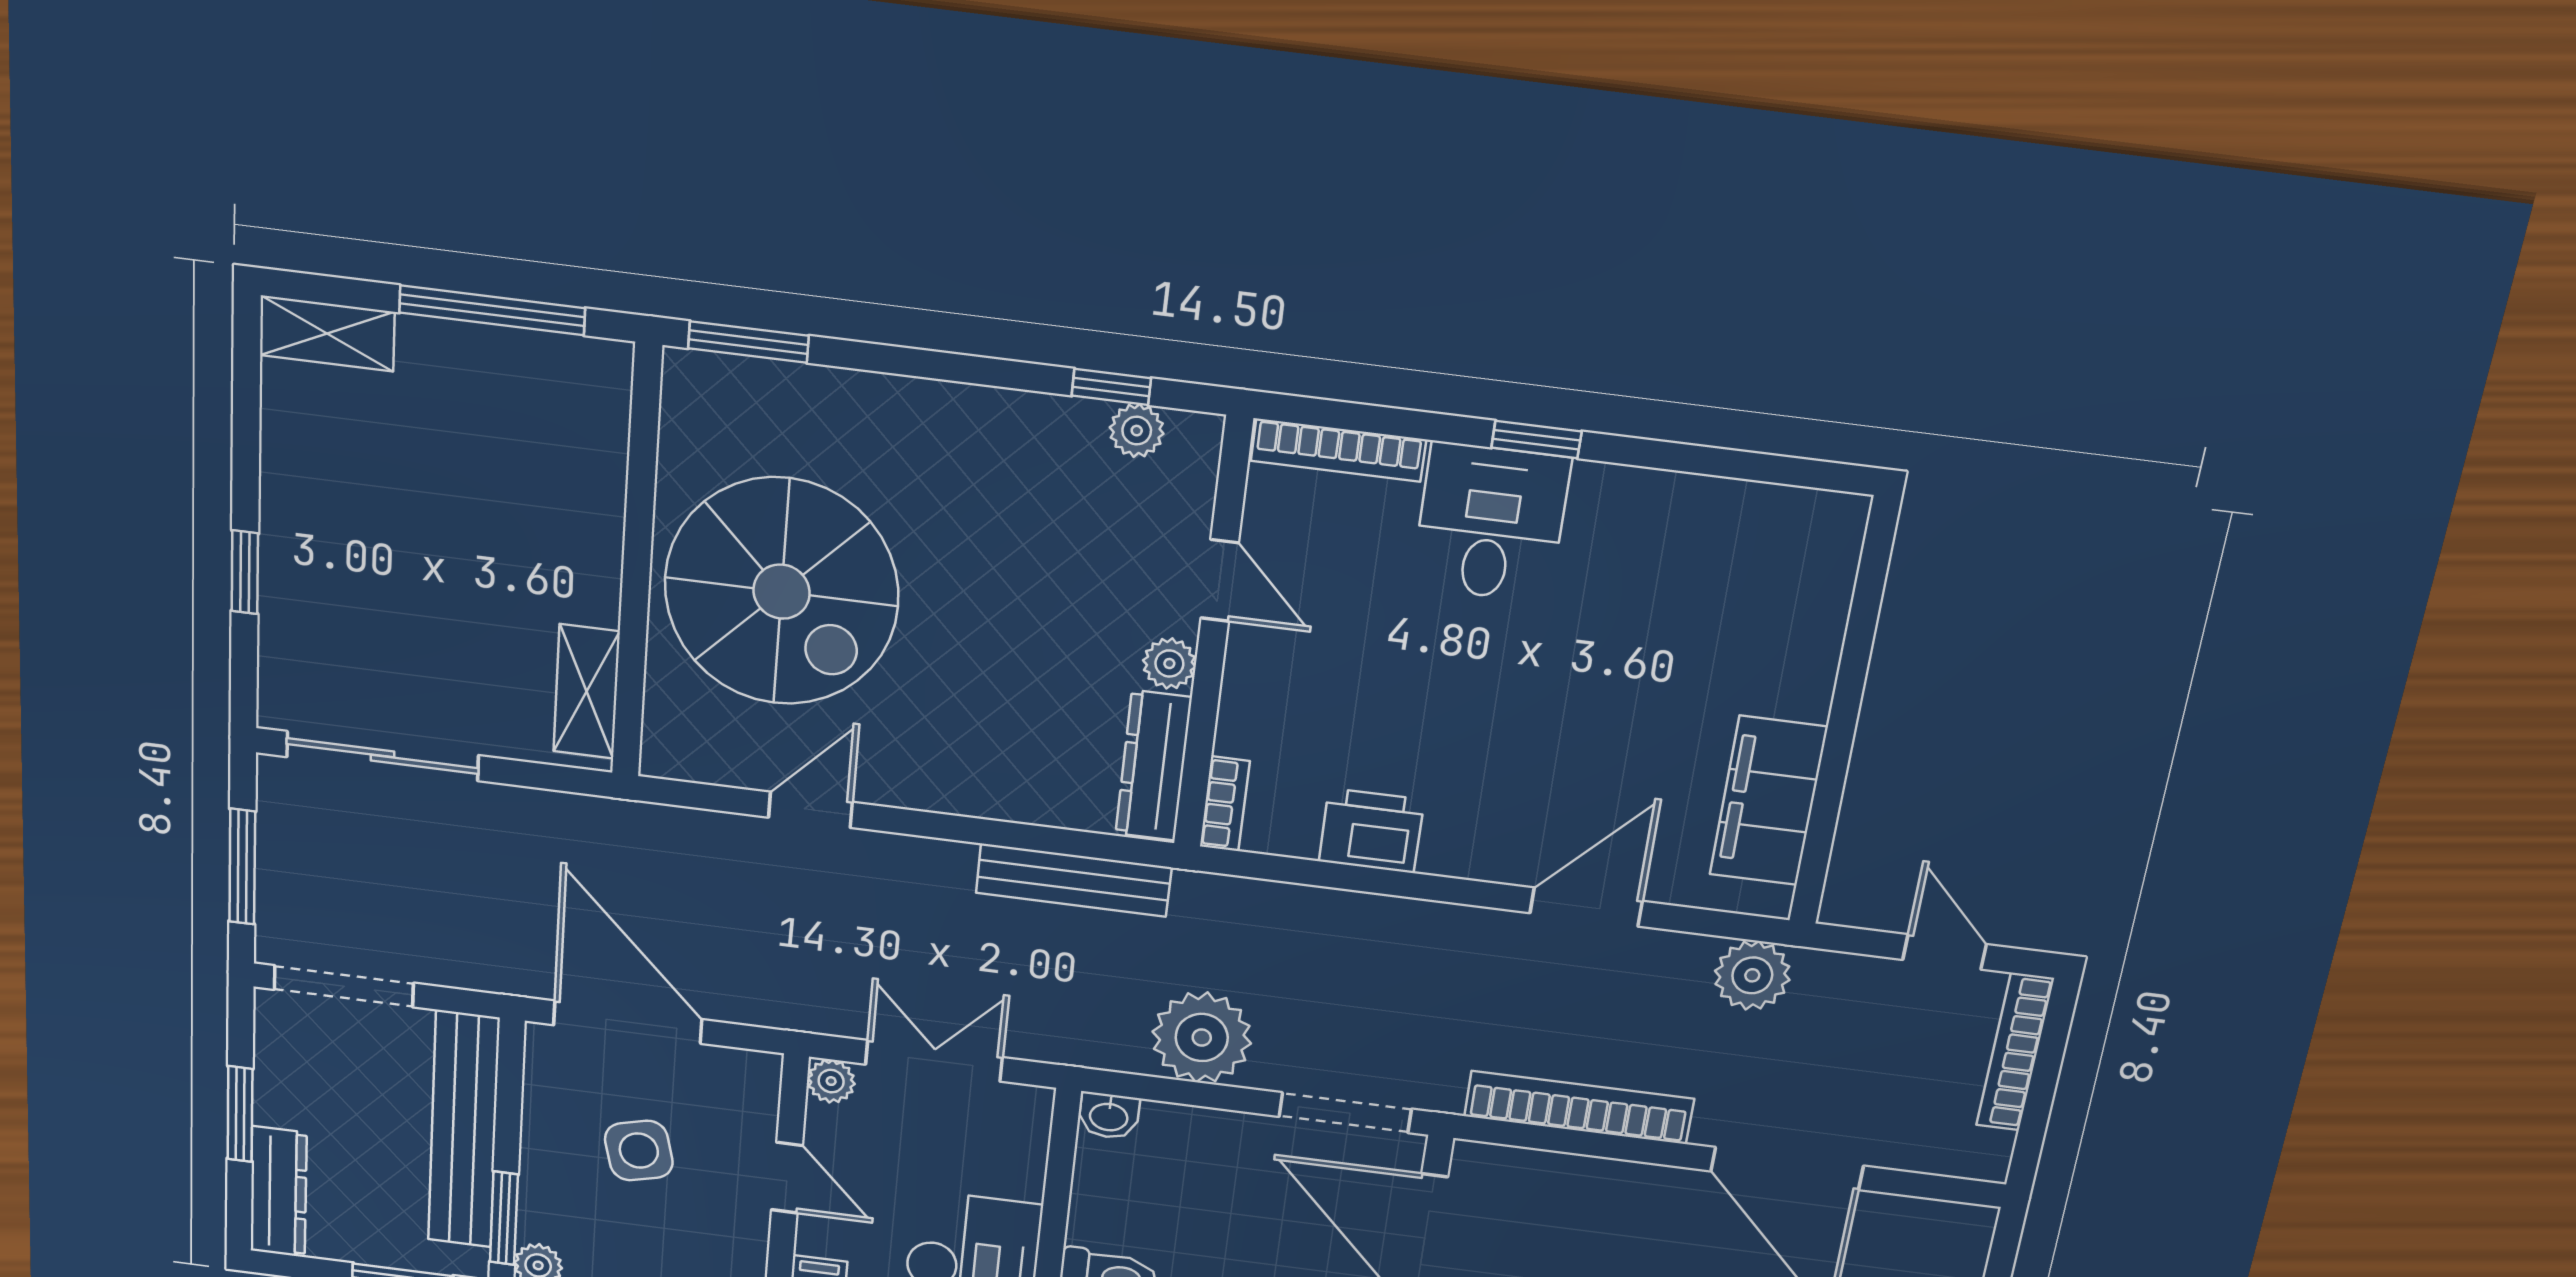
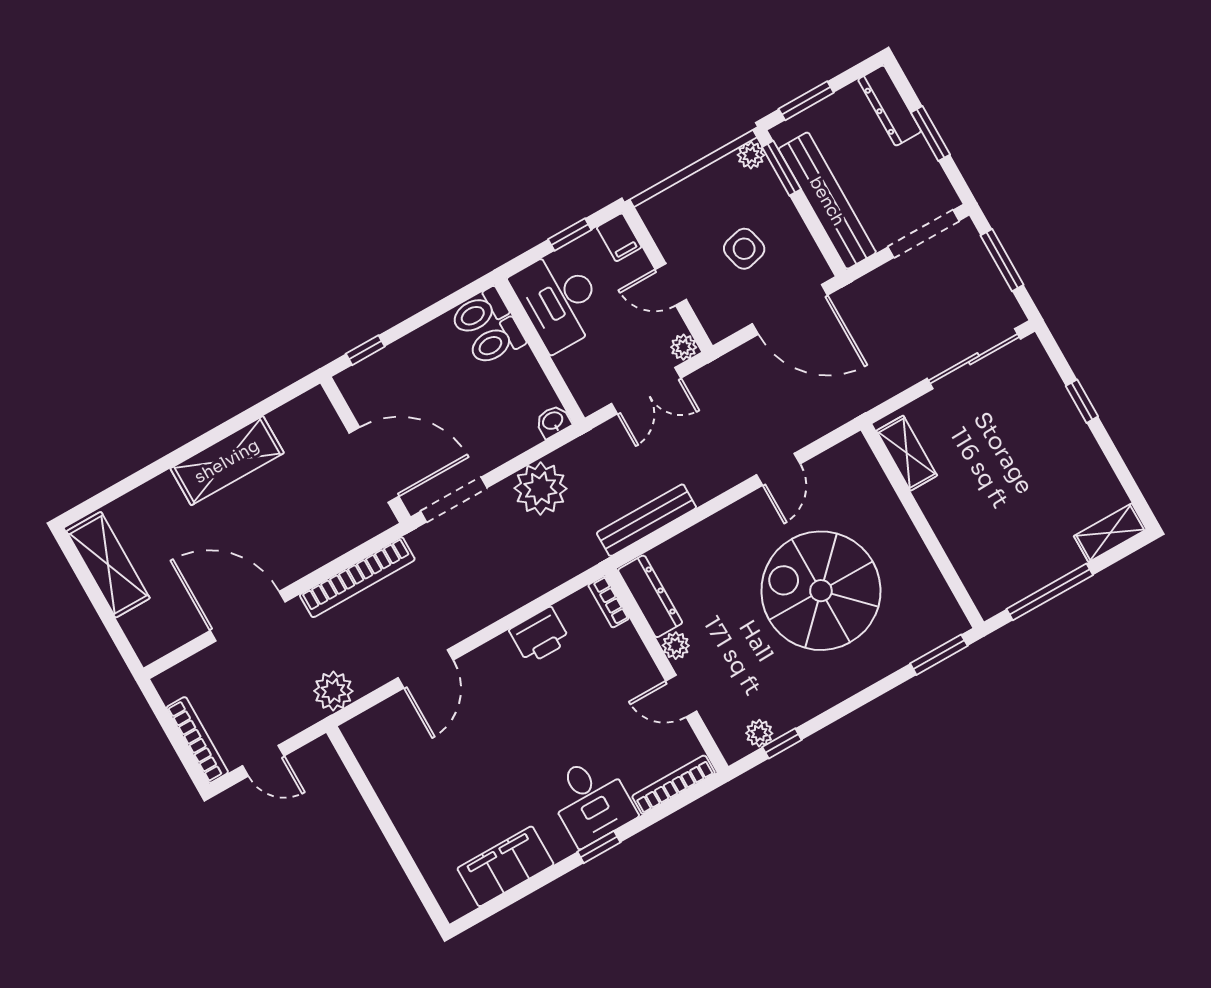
spiral stairs: (782, 592) -> (821, 591), moved
filing cabinet: (1768, 801) -> (505, 866), moved, turned -90

